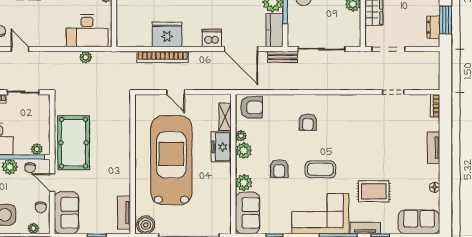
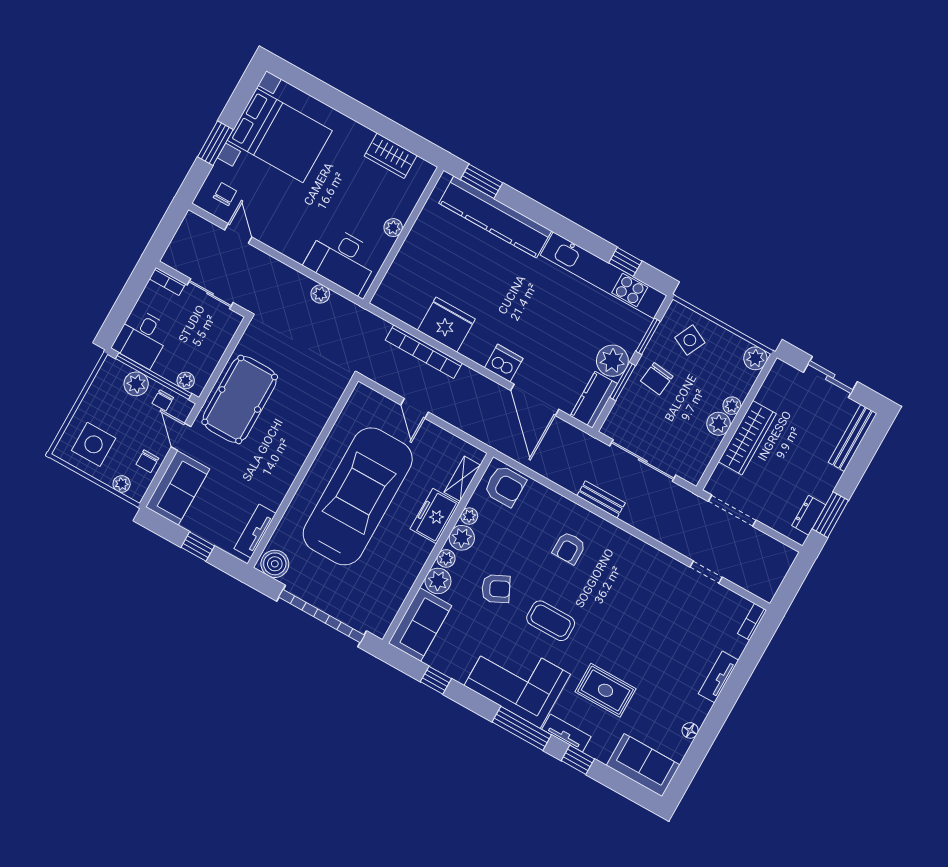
bench: (283, 57) -> (601, 499), moved
plant: (241, 167) -> (446, 558), added
armchair: (279, 169) -> (496, 589), turned -116

